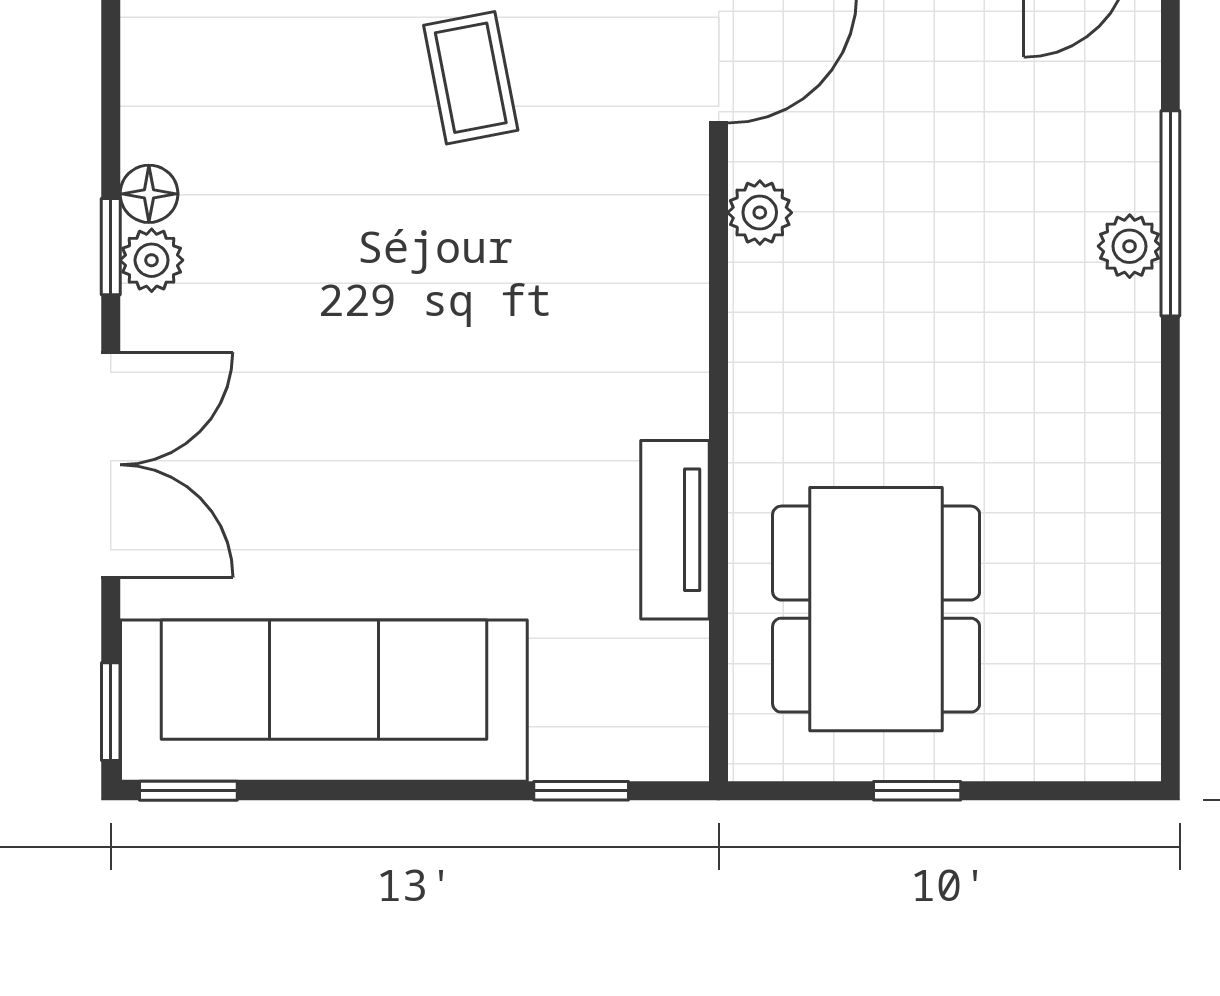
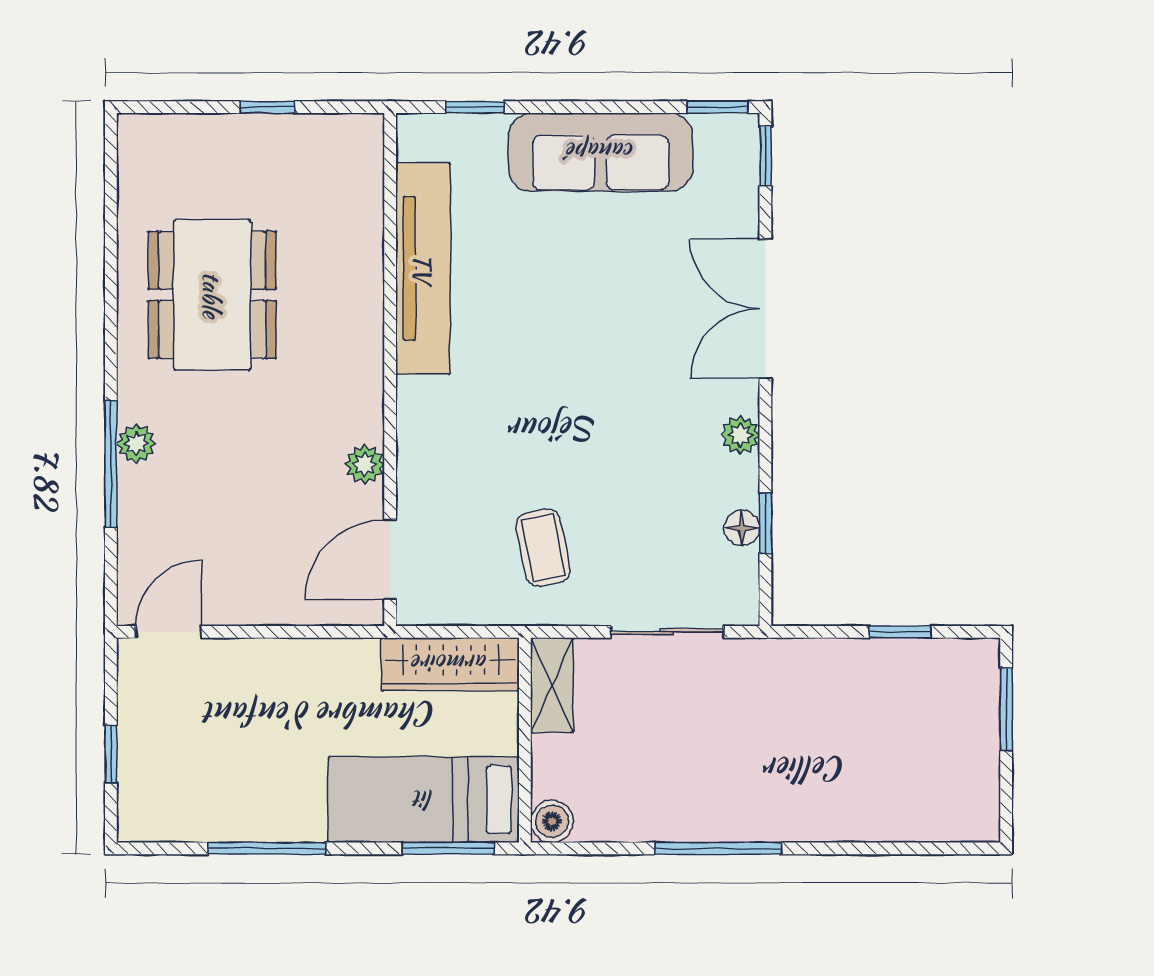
floor lamp: (149, 194) -> (742, 528), moved
window: (111, 247) -> (765, 523), moved
tv unit: (675, 530) -> (423, 268), width x1.92, depth x1.29
dining table: (876, 609) -> (212, 295), moved
sofa: (324, 701) -> (601, 152), width x0.74, depth x0.79

